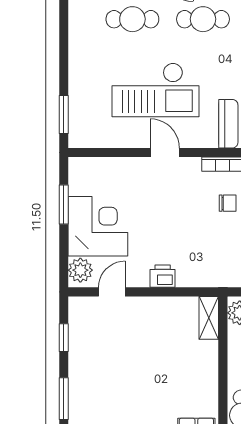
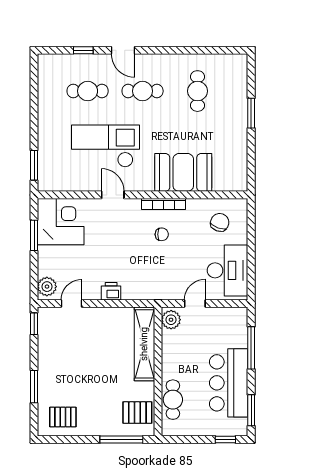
checkout: (156, 90) -> (106, 146), turned 180
corner desk: (98, 226) -> (61, 222), moved
shelving: (209, 318) -> (145, 344), width x2.20, depth x1.33
window: (64, 338) -> (34, 324), moved

